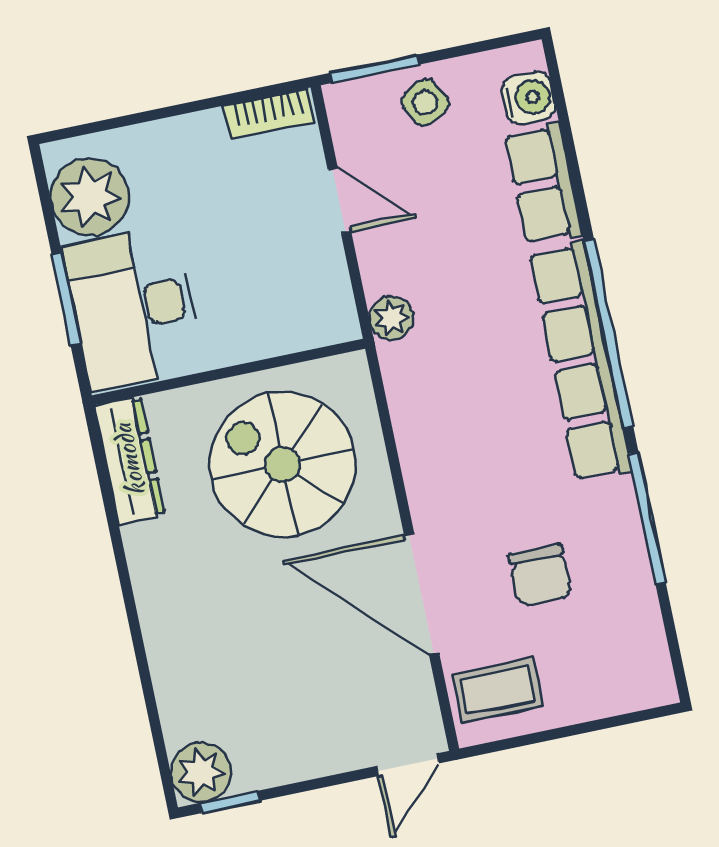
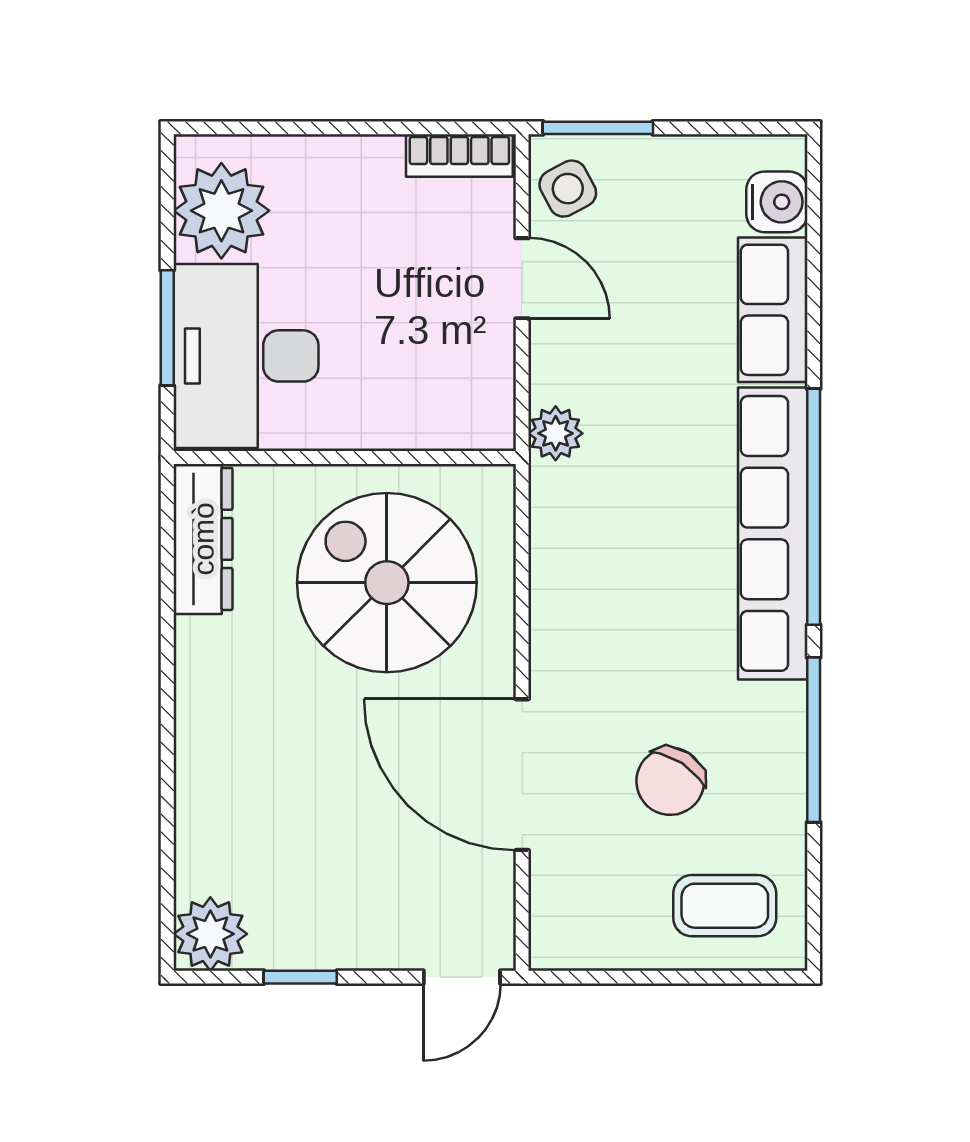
side table: (425, 103) -> (568, 189), moved
chair: (540, 575) -> (670, 781), turned 33
coffee table: (497, 690) -> (725, 906), moved
window: (230, 802) -> (300, 977), moved

